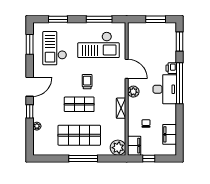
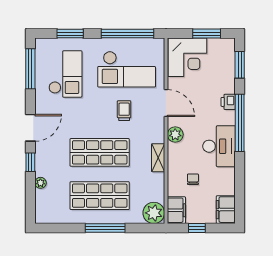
window: (99, 19) -> (127, 34), width x1.46
corner desk: (142, 36) -> (187, 57), added
window: (30, 44) -> (30, 69), width x1.44
checkout: (55, 48) -> (65, 74), turned 180
trolley: (87, 82) -> (124, 111), moved
desk: (165, 89) -> (219, 146), moved
shop shelf: (79, 104) -> (100, 152), width x1.43, depth x1.36
filing cabinet: (170, 134) -> (226, 210), moved

